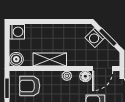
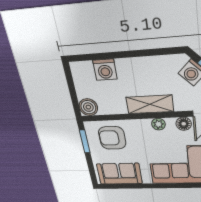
washing machine: (17, 32) -> (105, 70), moved, turned 90
shelving: (50, 59) -> (150, 104), moved

